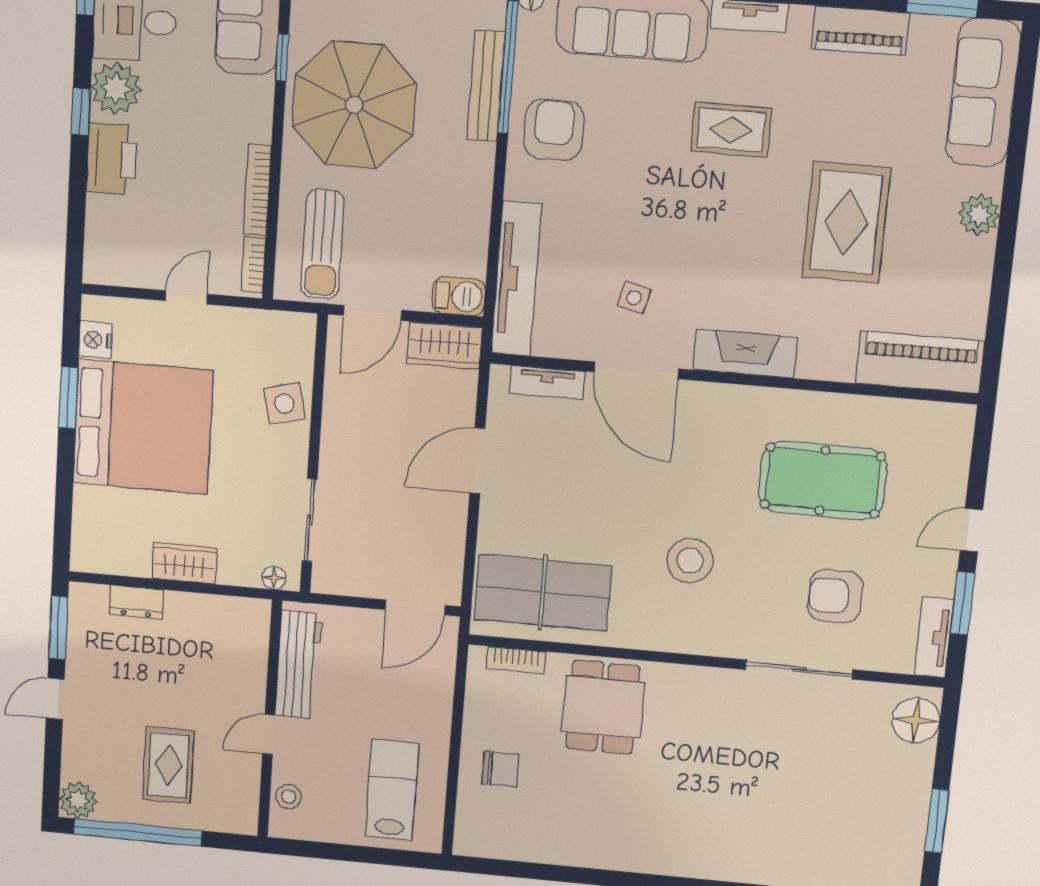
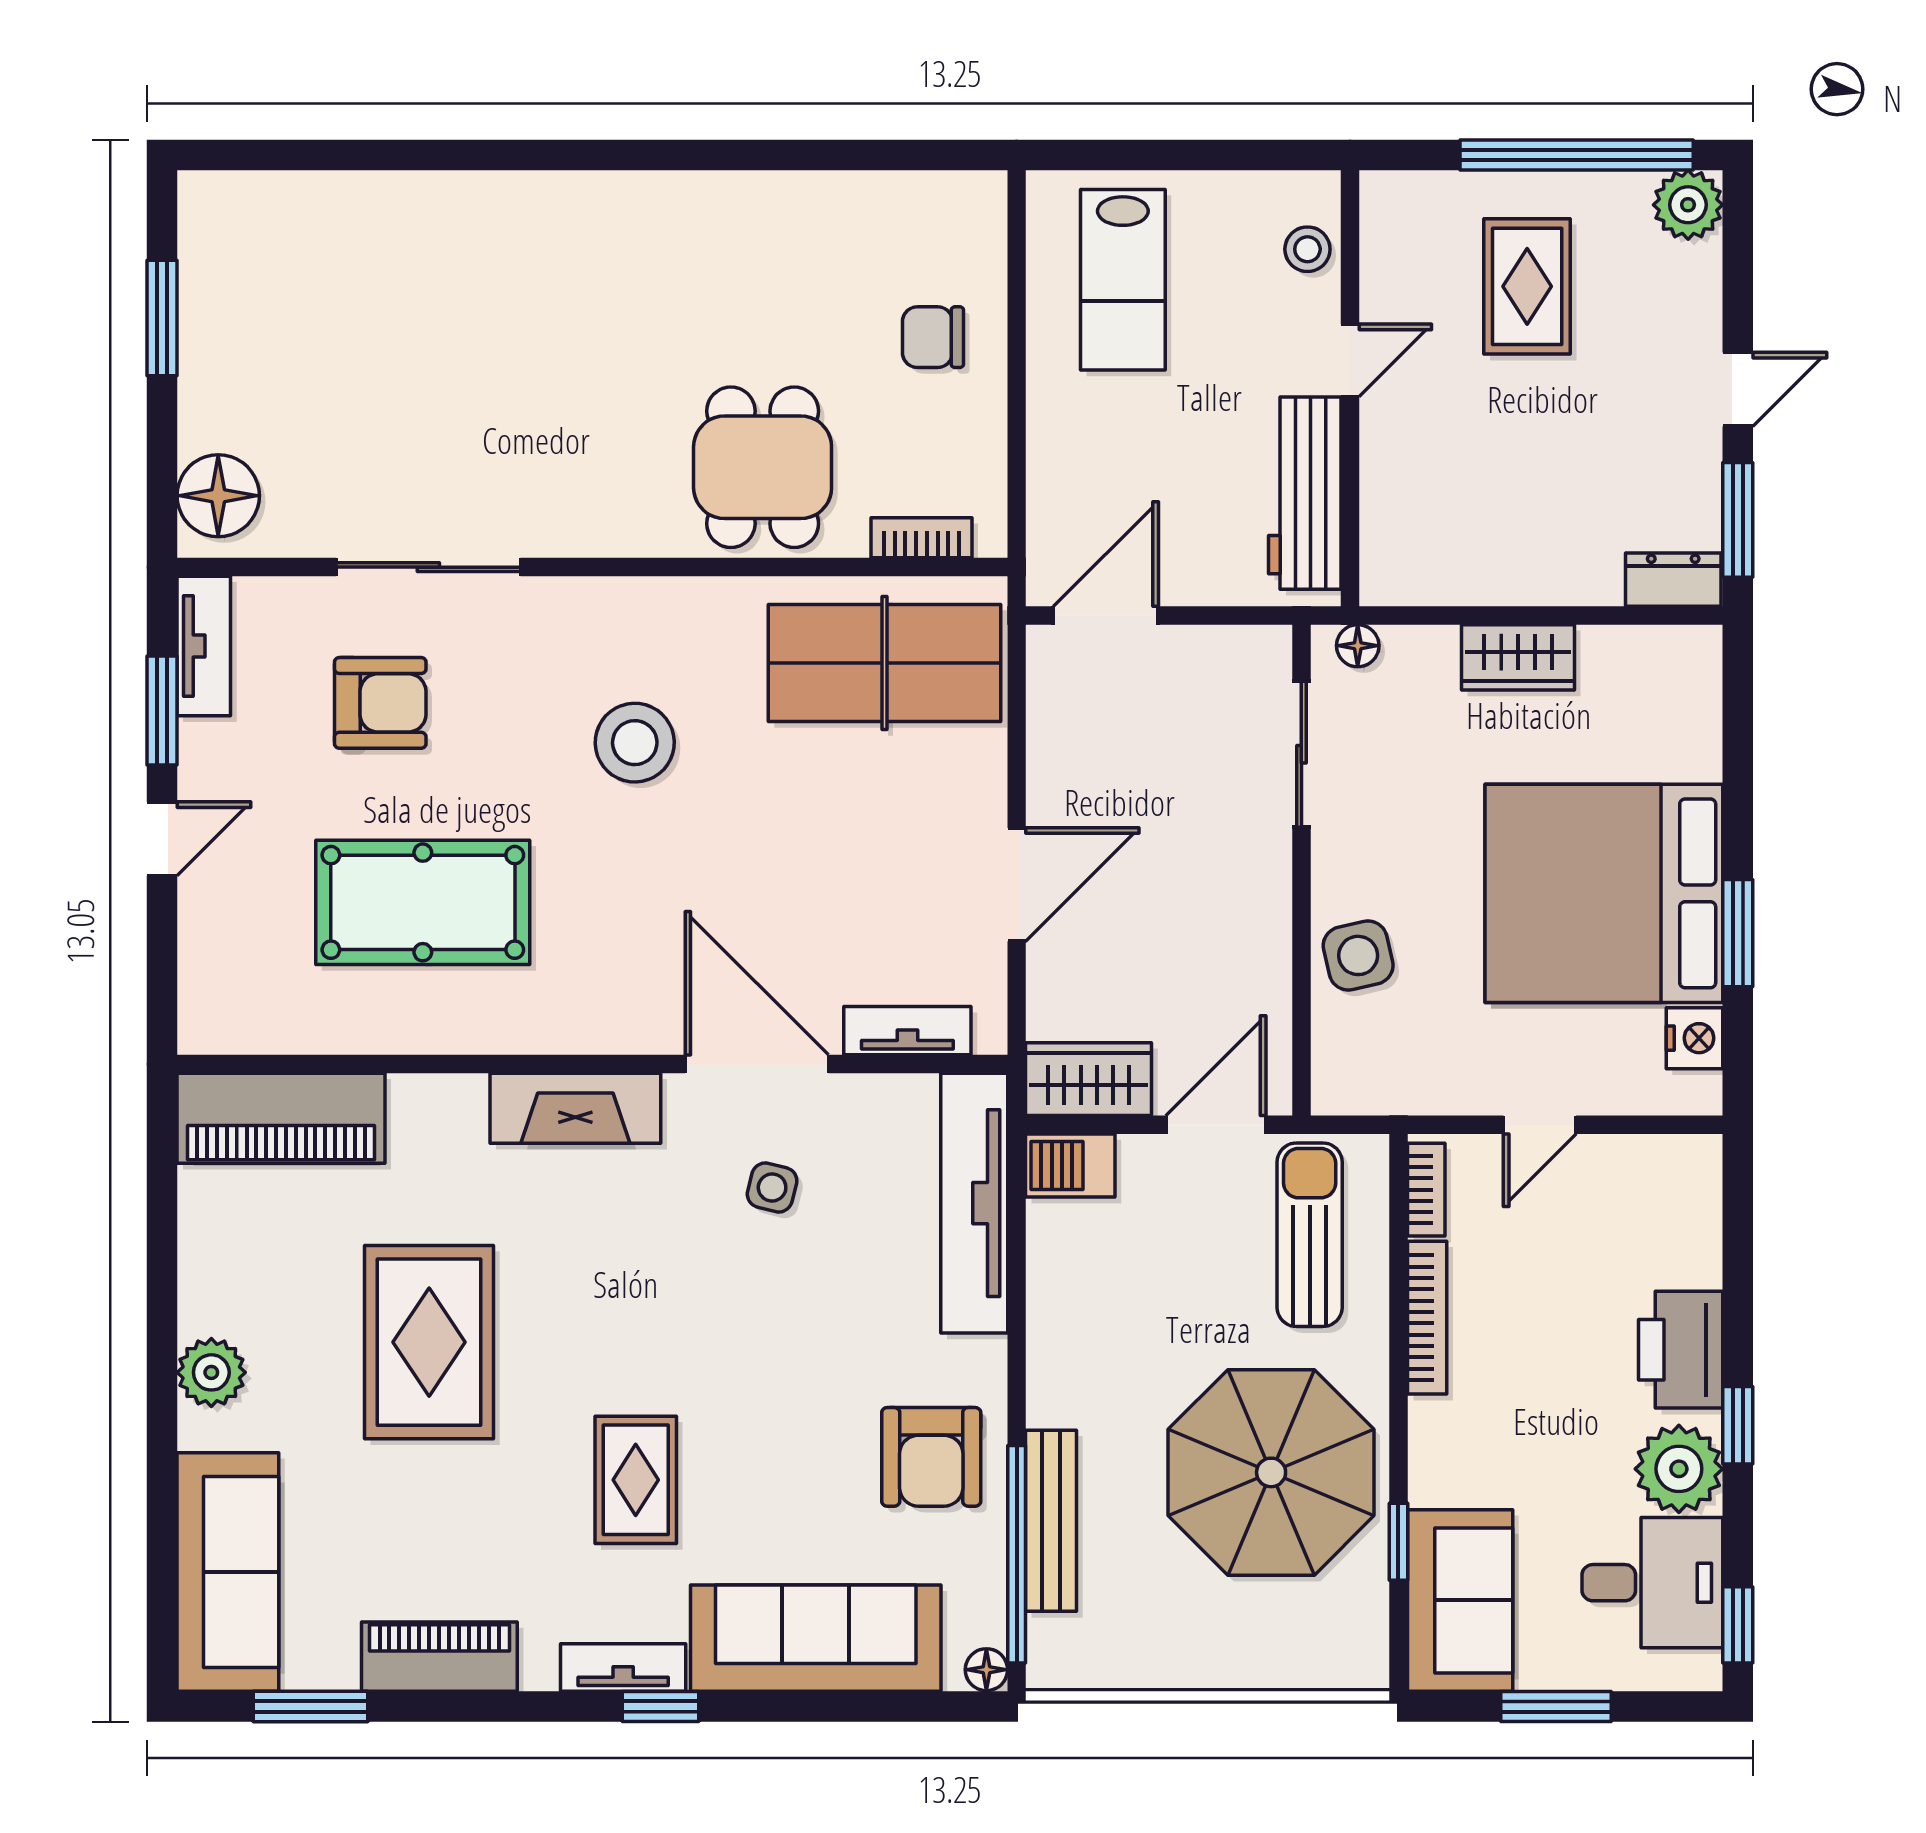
rug: (731, 130) -> (636, 1480), turned 90
dresser: (136, 602) -> (1673, 580), moved

